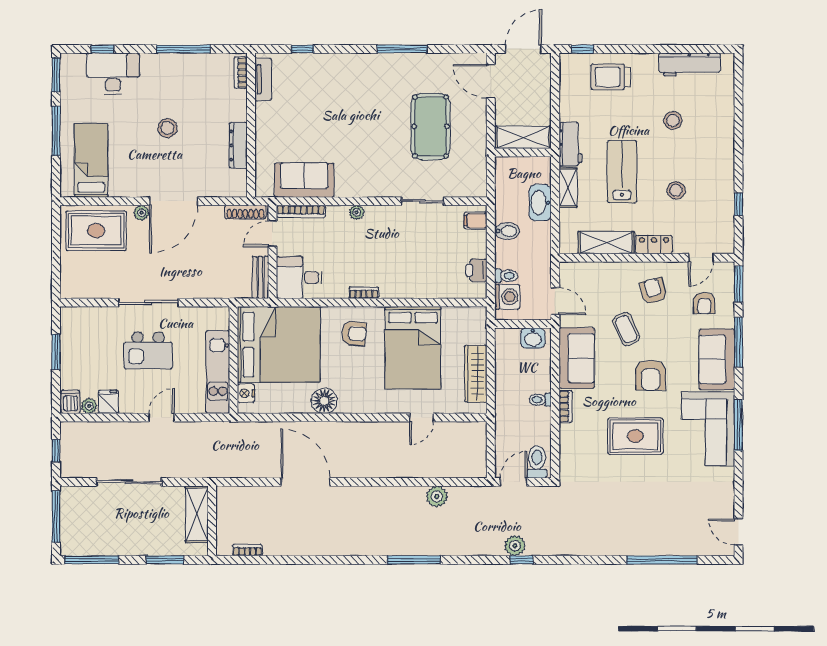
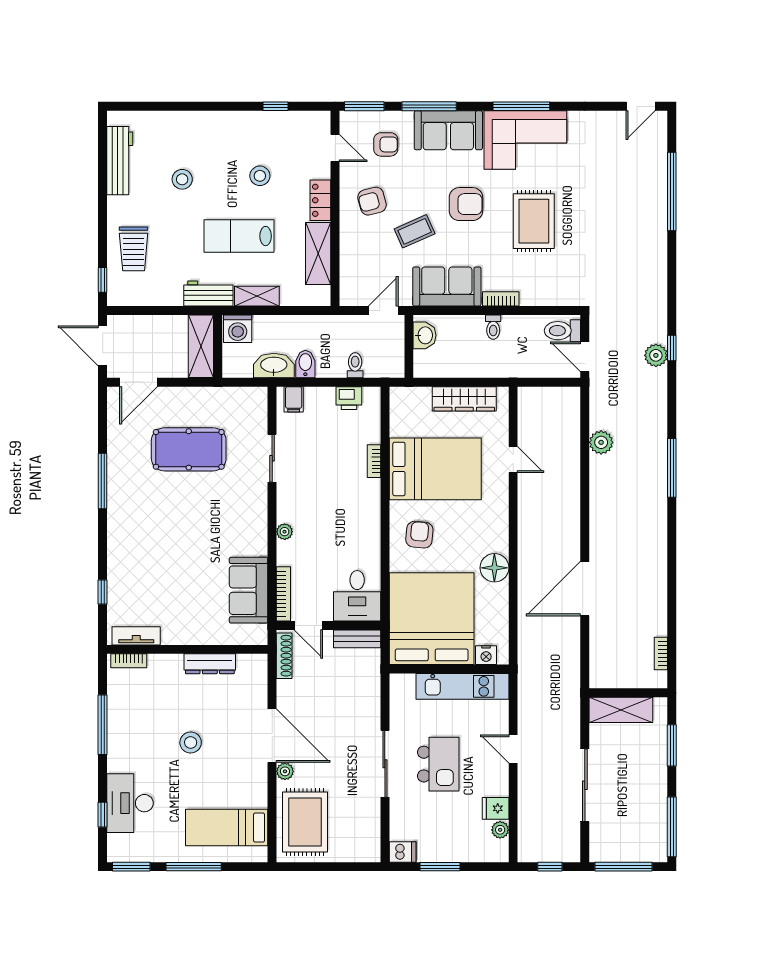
washbasin: (540, 203) -> (274, 365), moved, turned 180
bookcase: (364, 293) -> (374, 461), moved
washing machine: (507, 297) -> (238, 329), moved, turned 180
dishwasher: (71, 402) -> (403, 852), moved, turned 180

